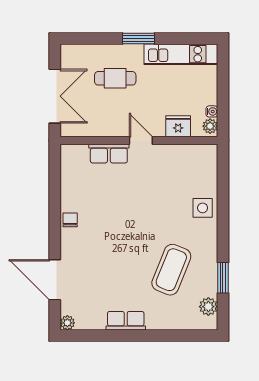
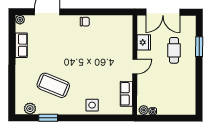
window: (138, 38) -> (199, 47), moved
kitchen unit: (181, 54) -> (189, 92), removed
fridge: (178, 126) -> (144, 42), moved
row of seats: (109, 154) -> (126, 94), moved
row of seats: (126, 321) -> (21, 45), moved

